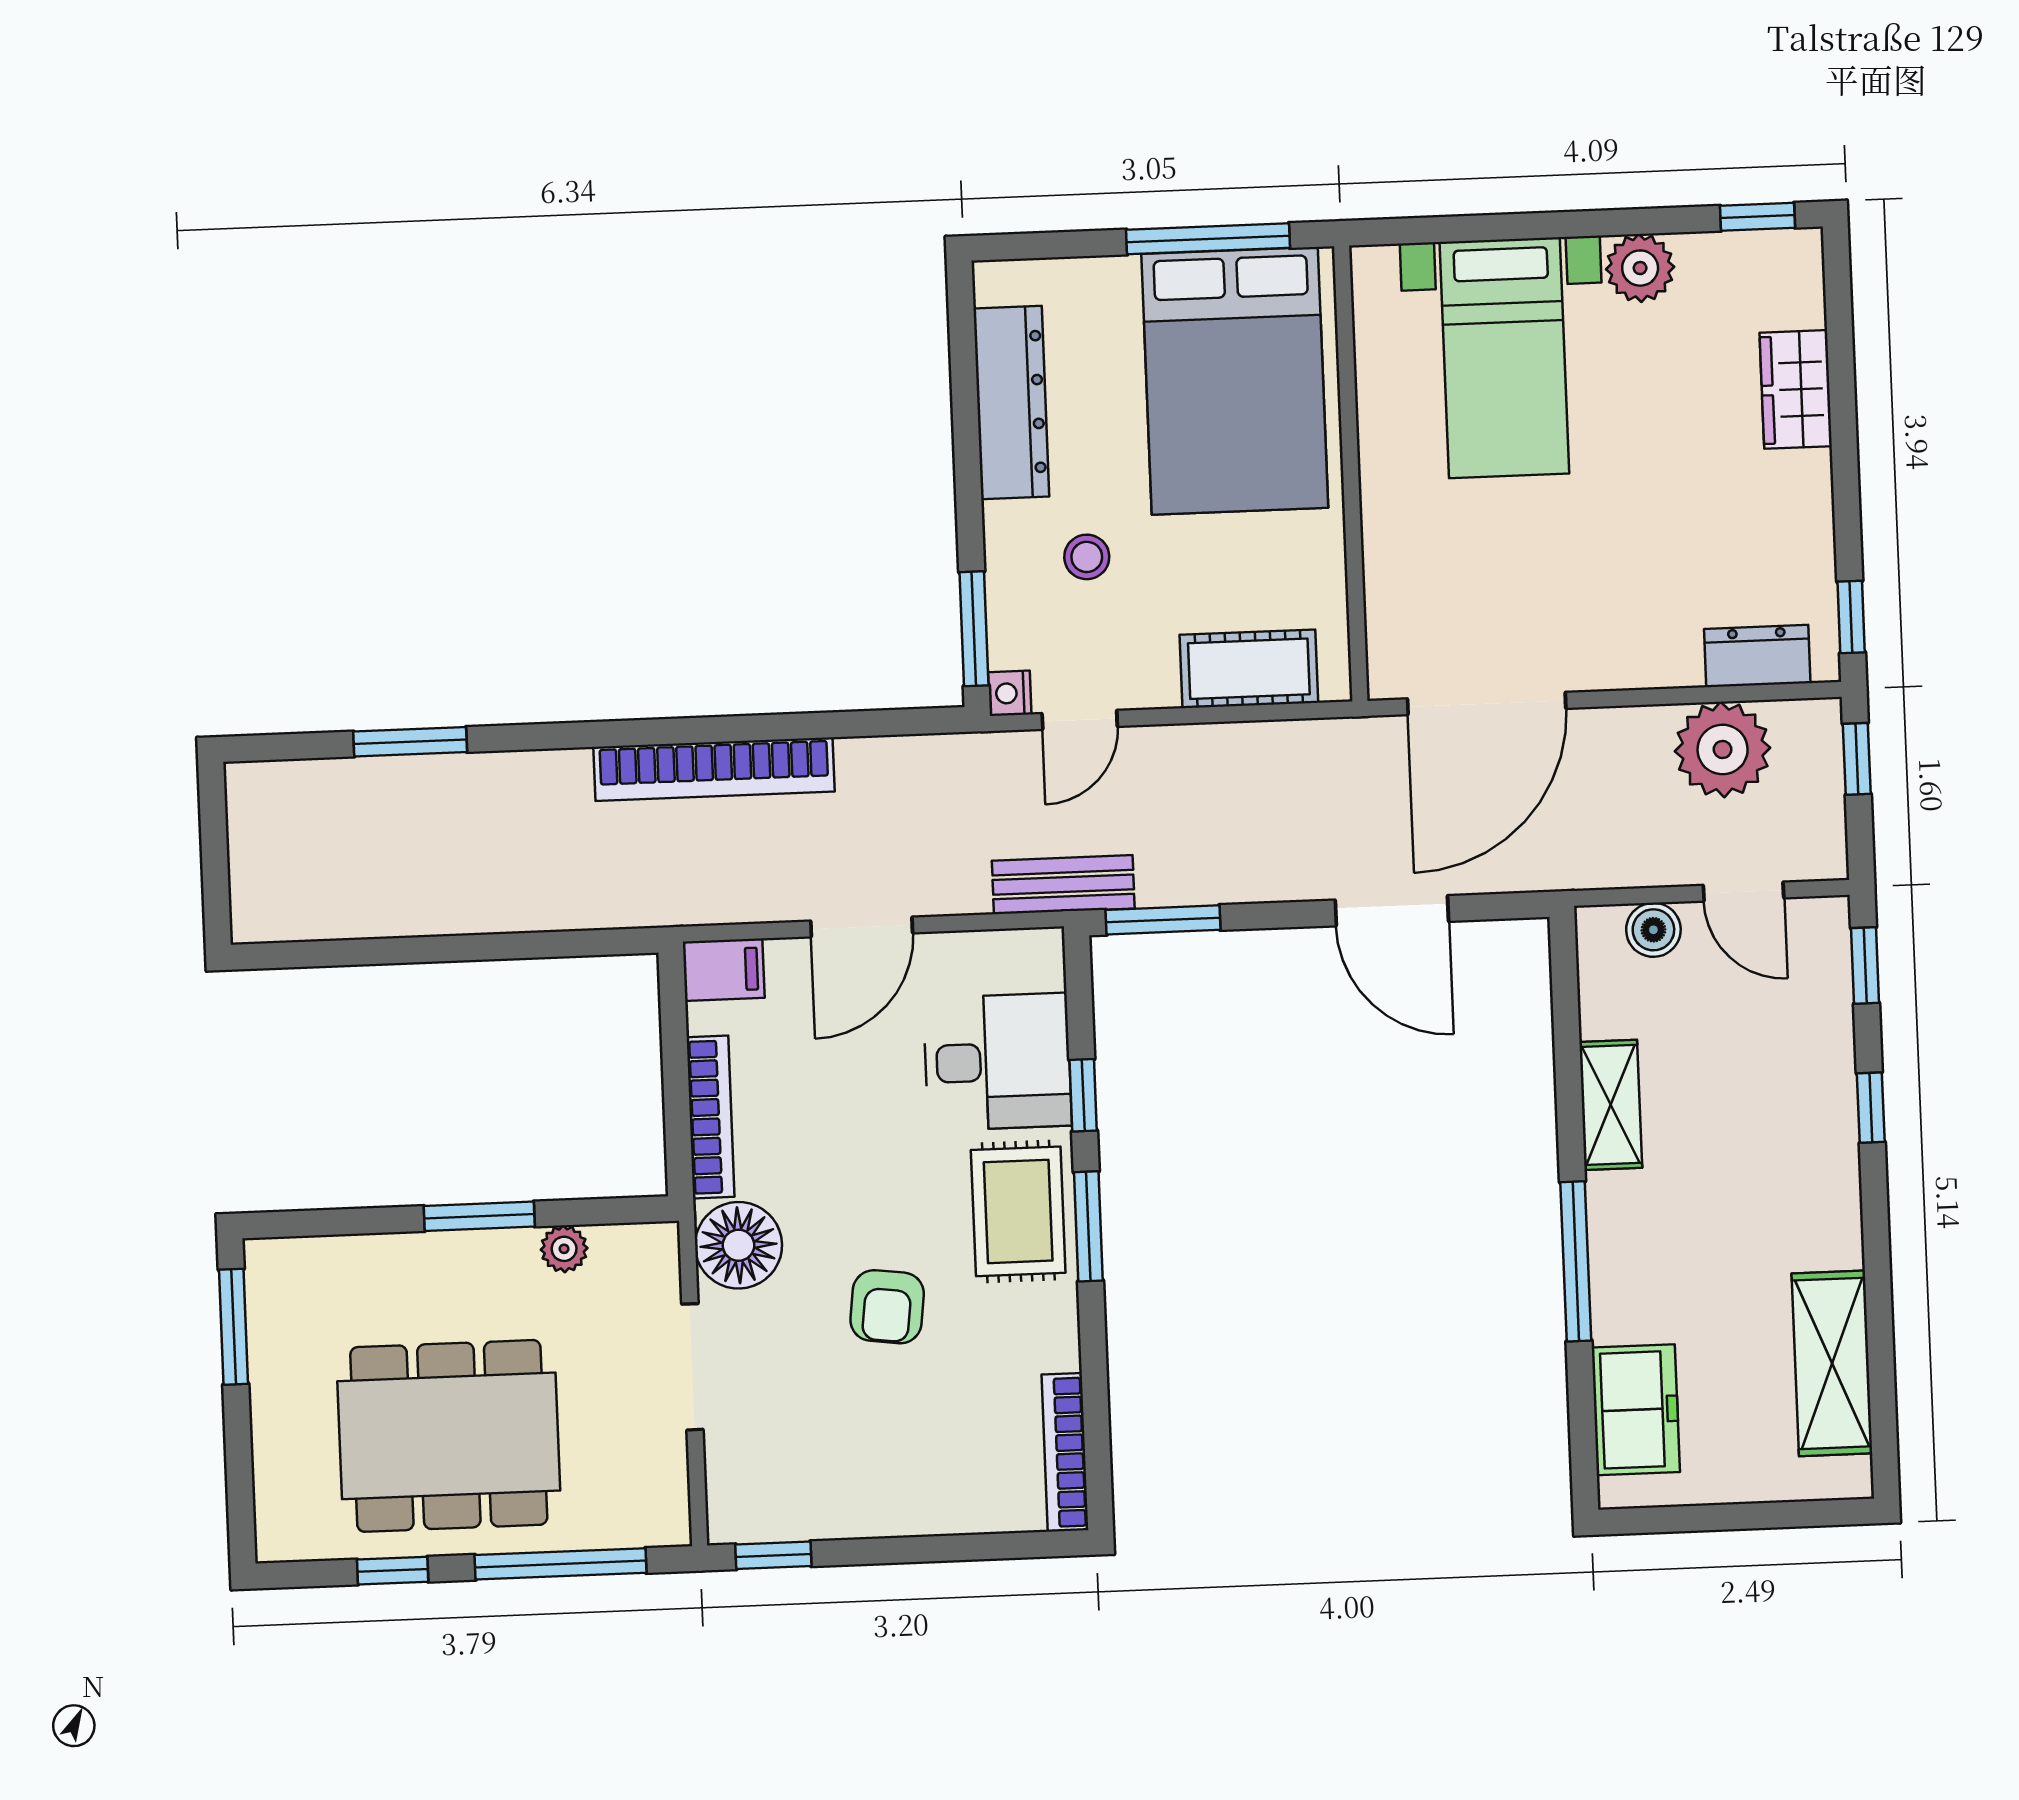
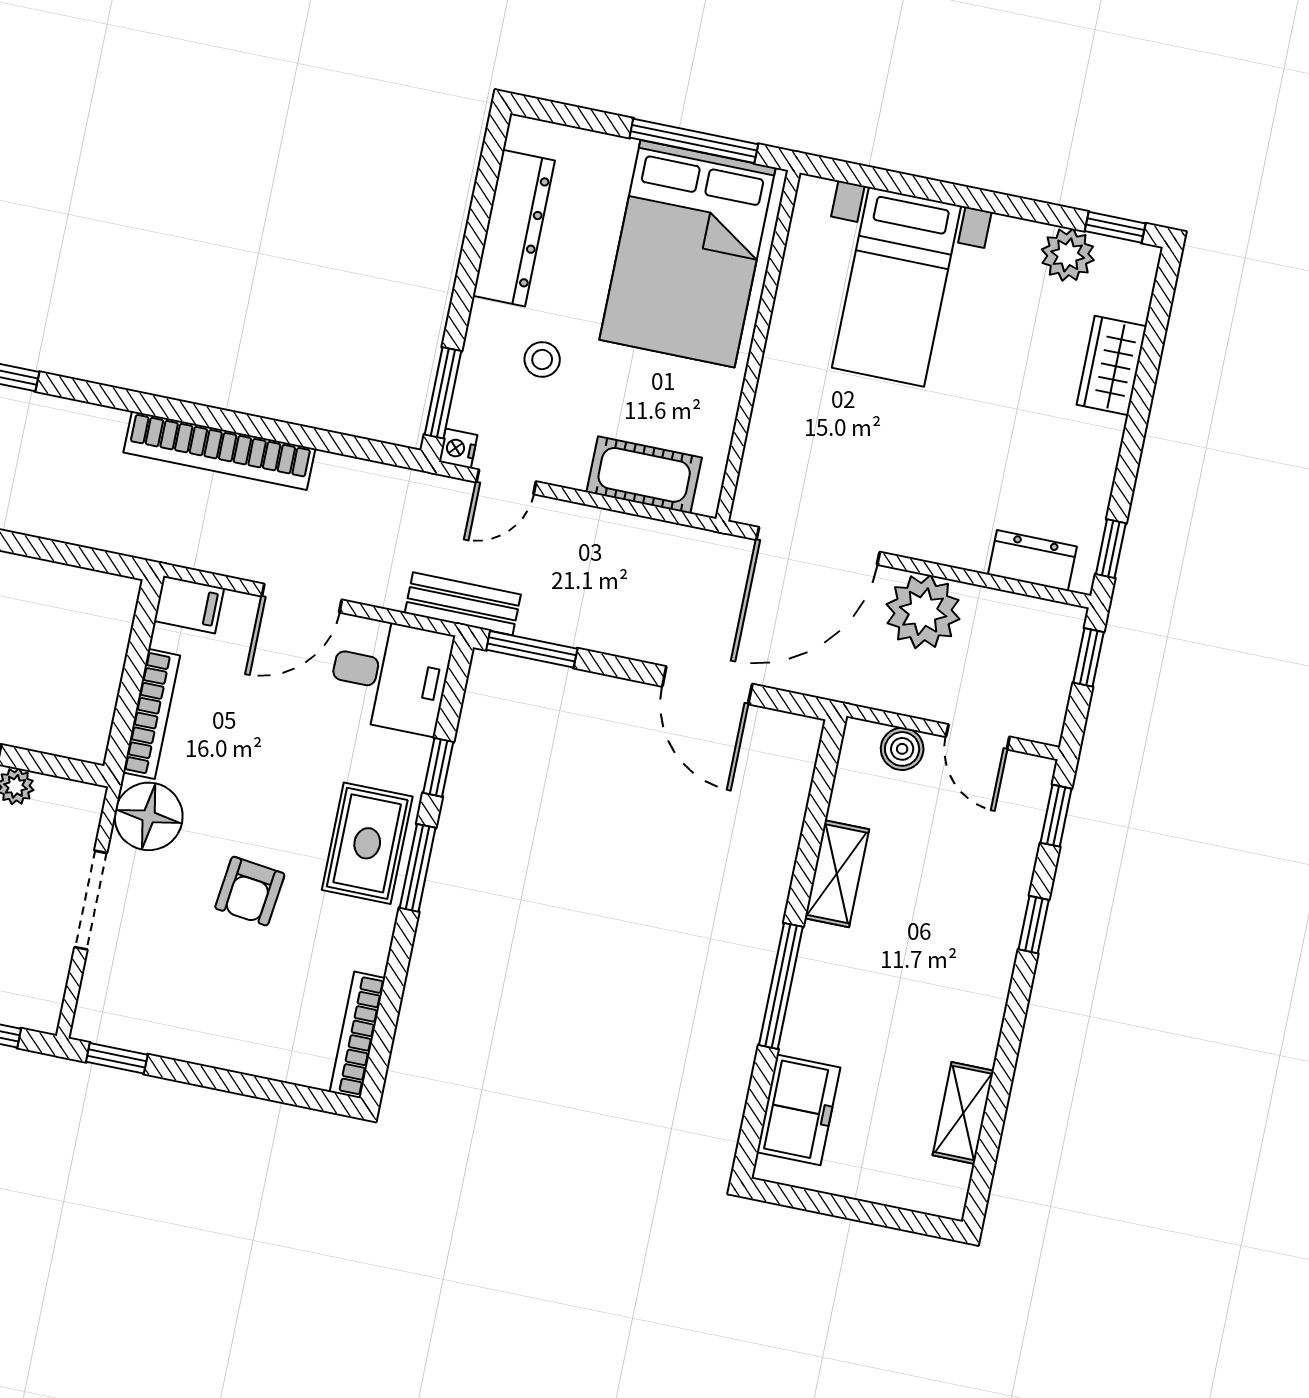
plant: (1640, 268) -> (1068, 255), moved
plant: (1723, 749) -> (923, 612), moved
desk: (997, 1062) -> (390, 675), moved
shelving: (1832, 1363) -> (963, 1113), width x0.67, depth x0.75

